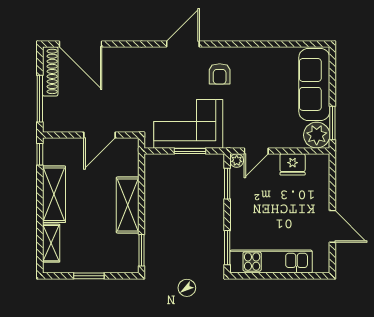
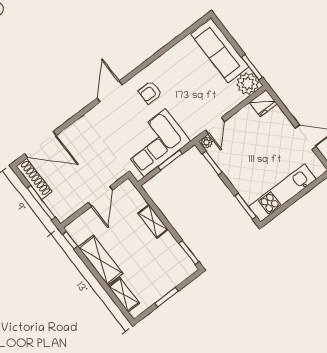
armchair: (220, 74) -> (150, 93), turned 90
fridge: (293, 164) -> (263, 103), moved
shelving: (128, 205) -> (153, 221), width x0.67, depth x0.75

